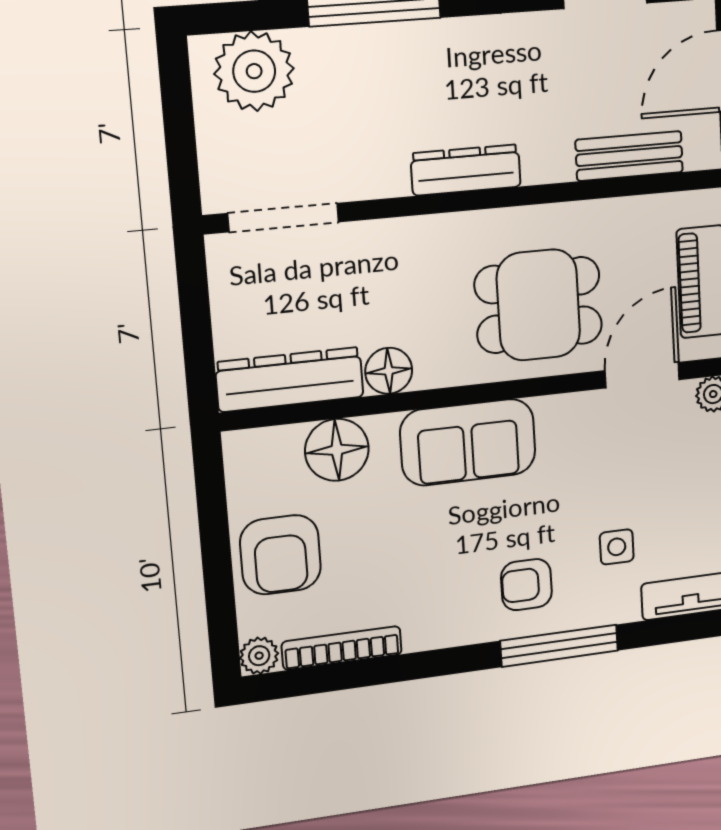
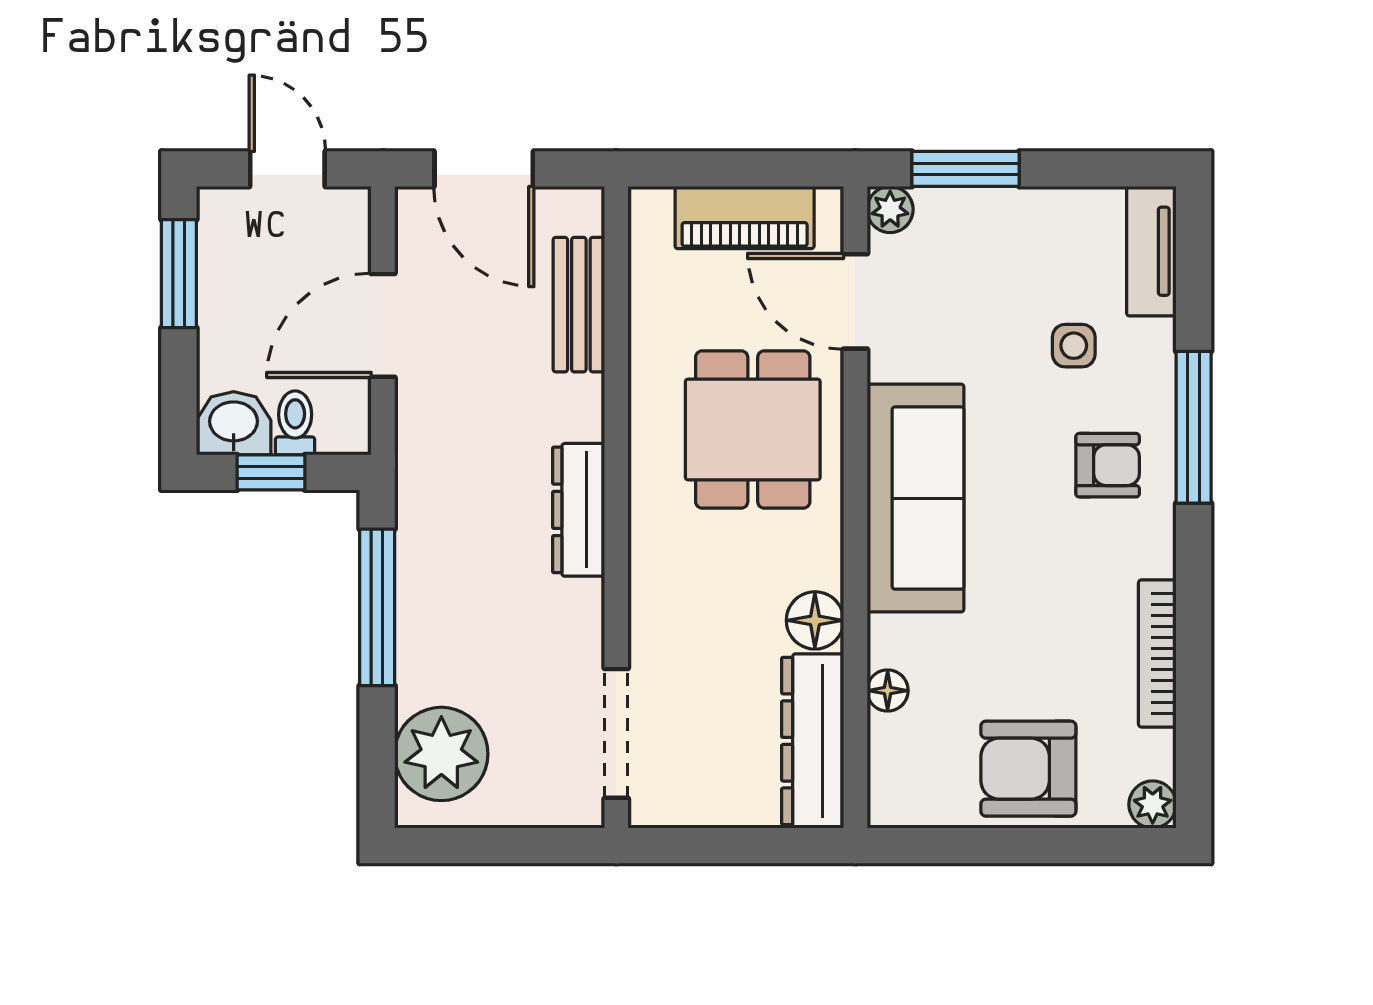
sofa: (468, 442) -> (915, 498), width x1.36
floor lamp: (337, 450) -> (888, 691), width x0.53, depth x0.53
armchair: (280, 555) -> (1028, 769), turned 180
armchair: (526, 585) -> (1108, 465), turned -90
bookcase: (342, 648) -> (1157, 653), moved

